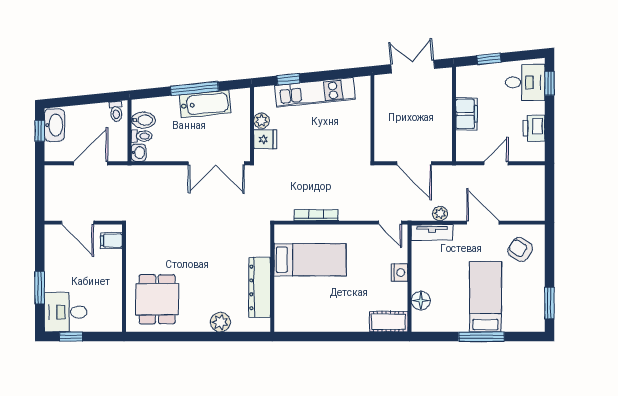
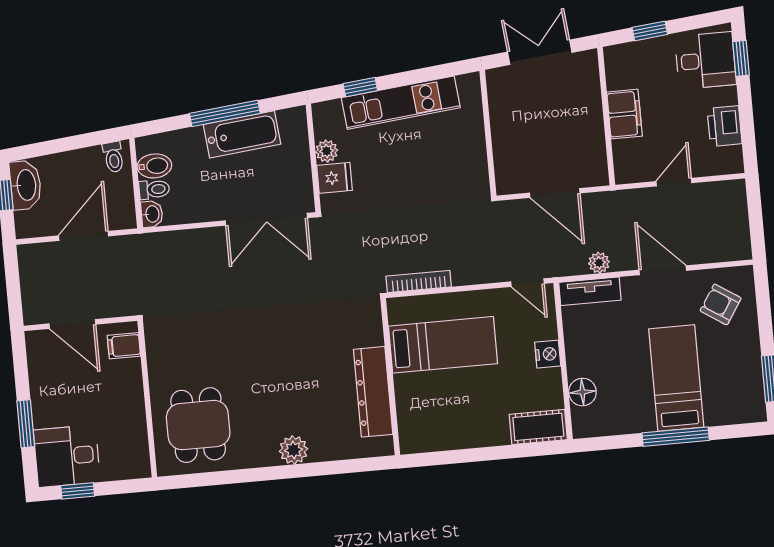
bed: (310, 260) -> (443, 345), moved
wall: (272, 278) -> (390, 377), moved
dresser: (260, 287) -> (373, 392), moved

